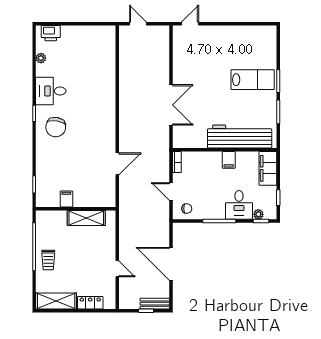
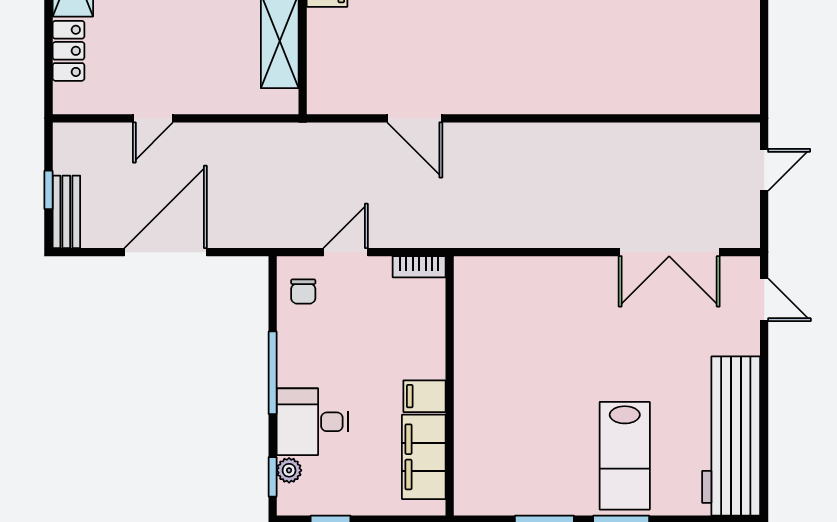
double door: (171, 105) -> (669, 252), moved
workbench: (240, 137) -> (731, 436), moved, turned 180
filing cabinet: (268, 168) -> (424, 457), moved, turned -90

